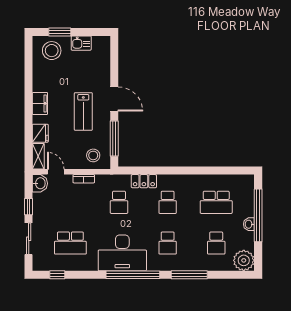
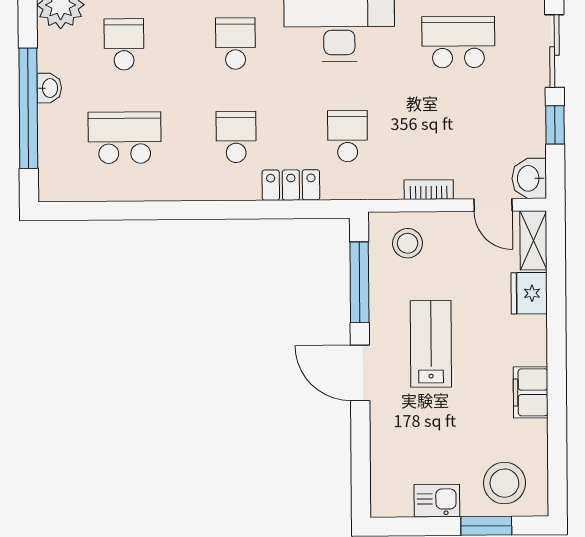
filing cabinet: (40, 103) -> (531, 392), moved

